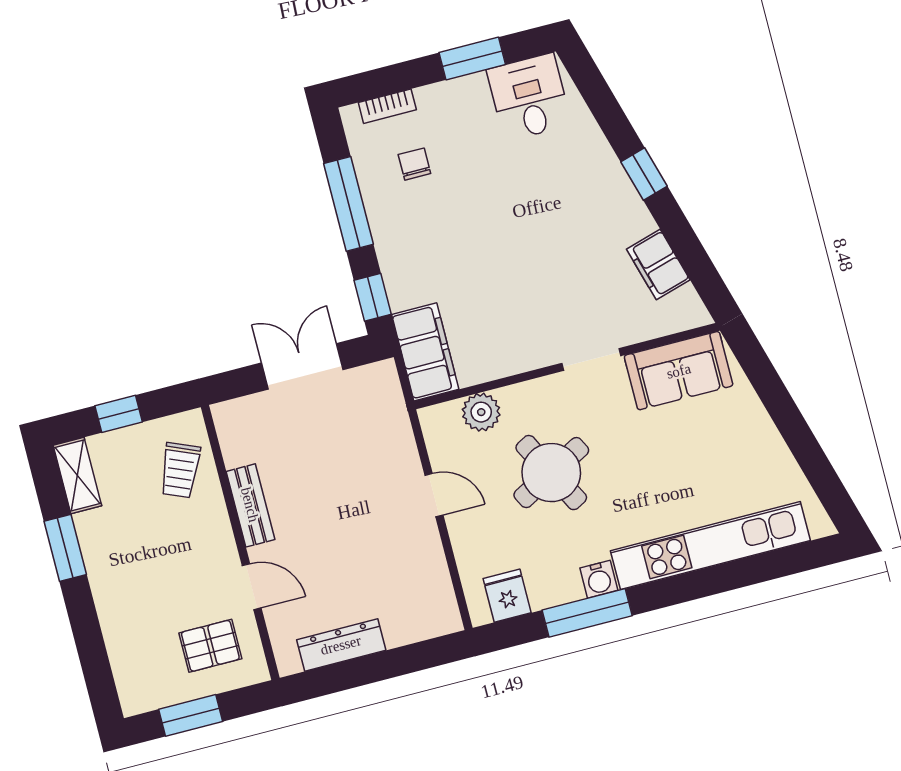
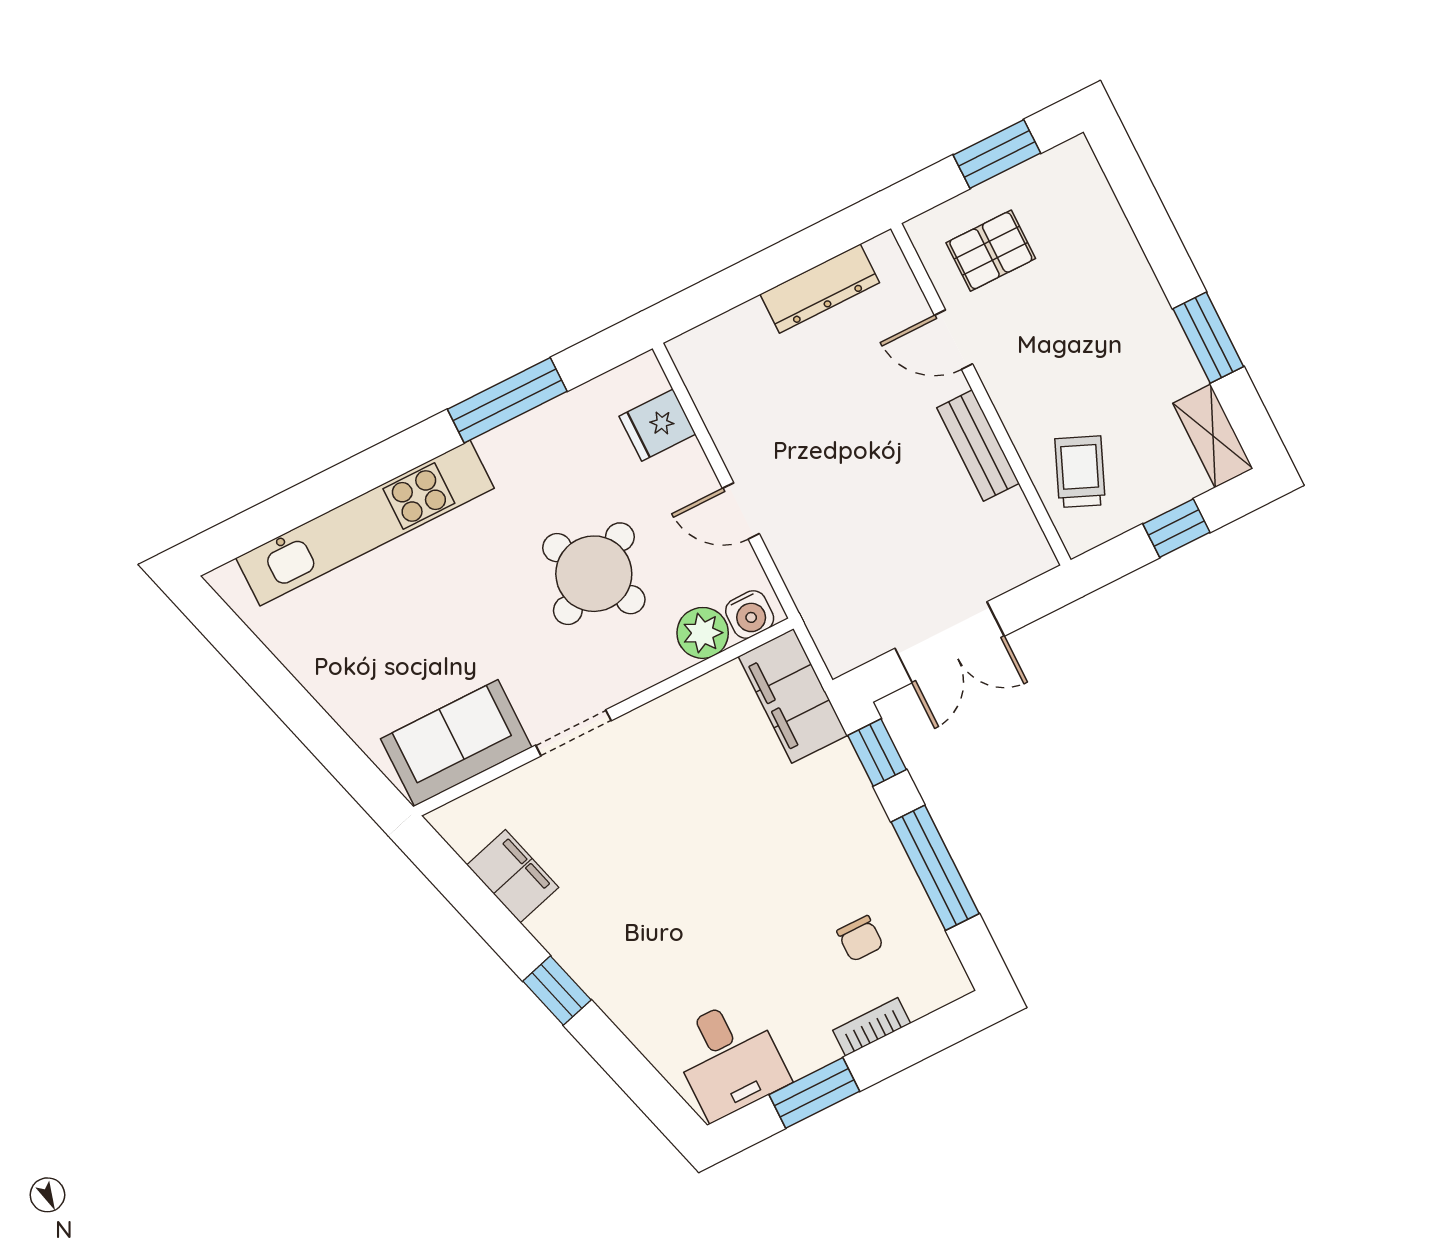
bookcase: (387, 106) -> (872, 1027), moved
water cooler: (599, 579) -> (750, 614), moved, turned 180
fridge: (507, 596) -> (657, 425), moved, turned 90

